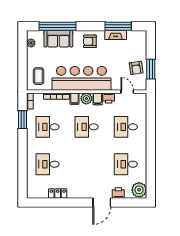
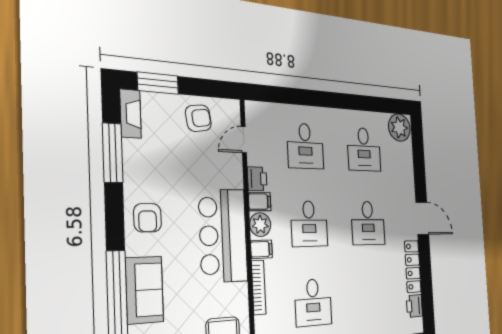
fireplace: (116, 35) -> (131, 114), moved
window: (151, 69) -> (158, 83), moved
bar counter: (81, 78) -> (223, 236), width x0.73
desk: (47, 164) -> (368, 223), moved
locker: (58, 193) -> (413, 266), width x1.53
printer: (118, 193) -> (414, 306), moved
door: (102, 202) -> (422, 218), moved

